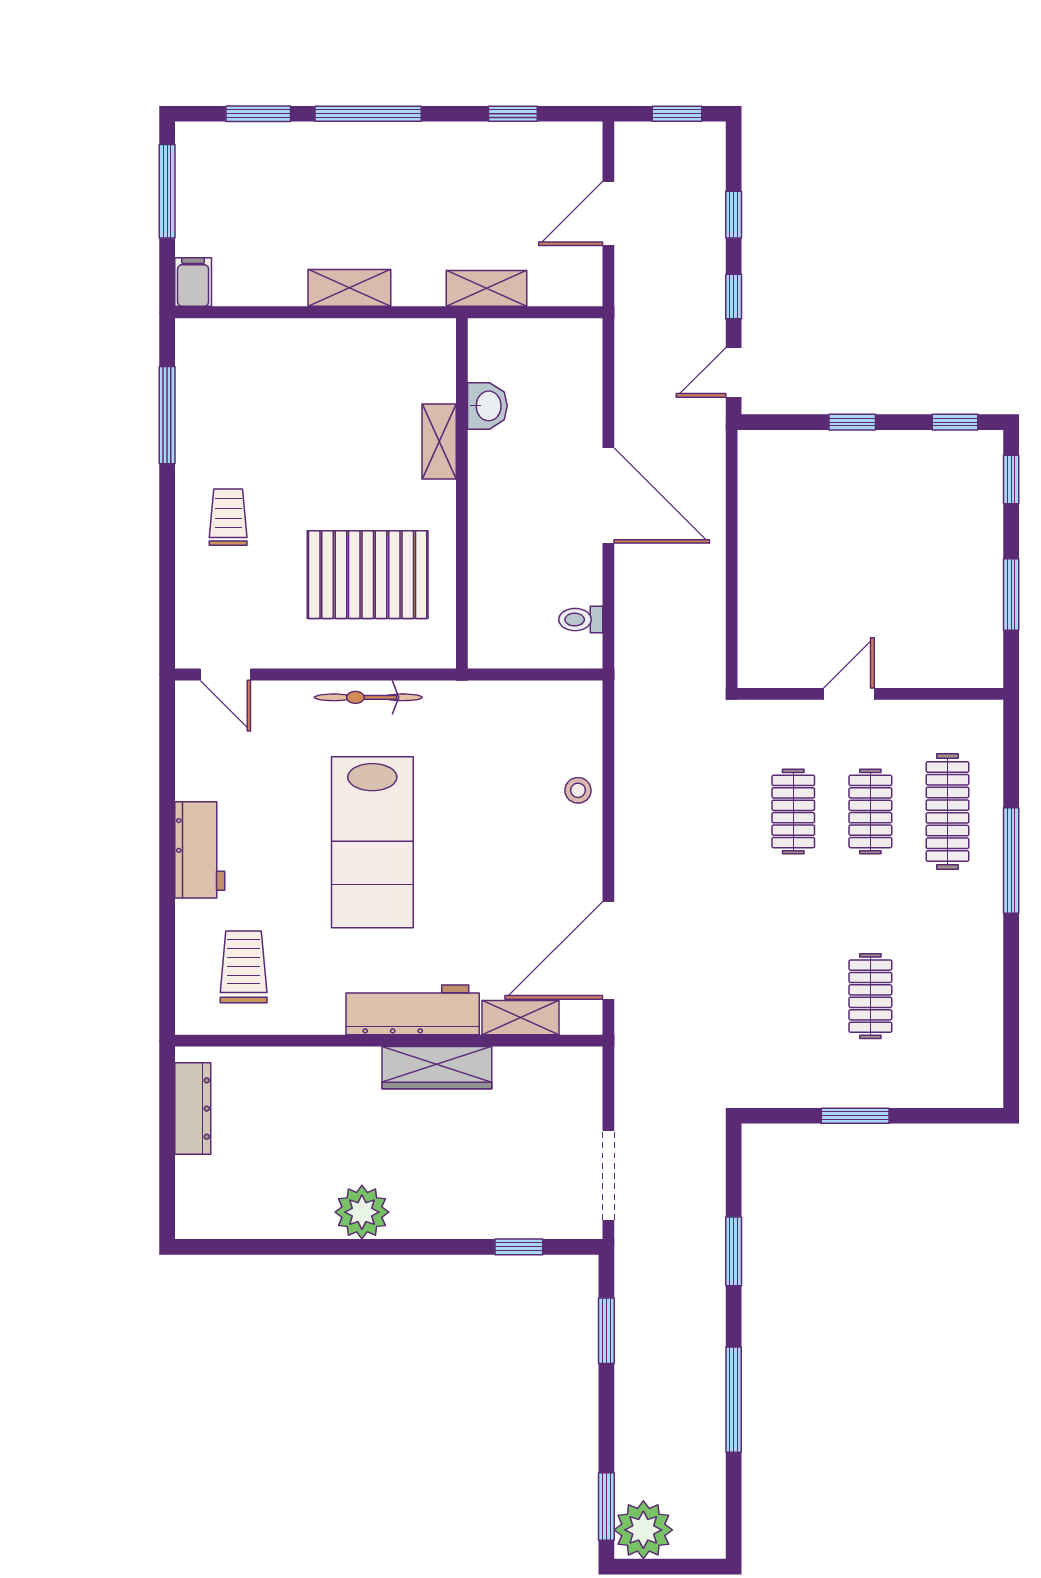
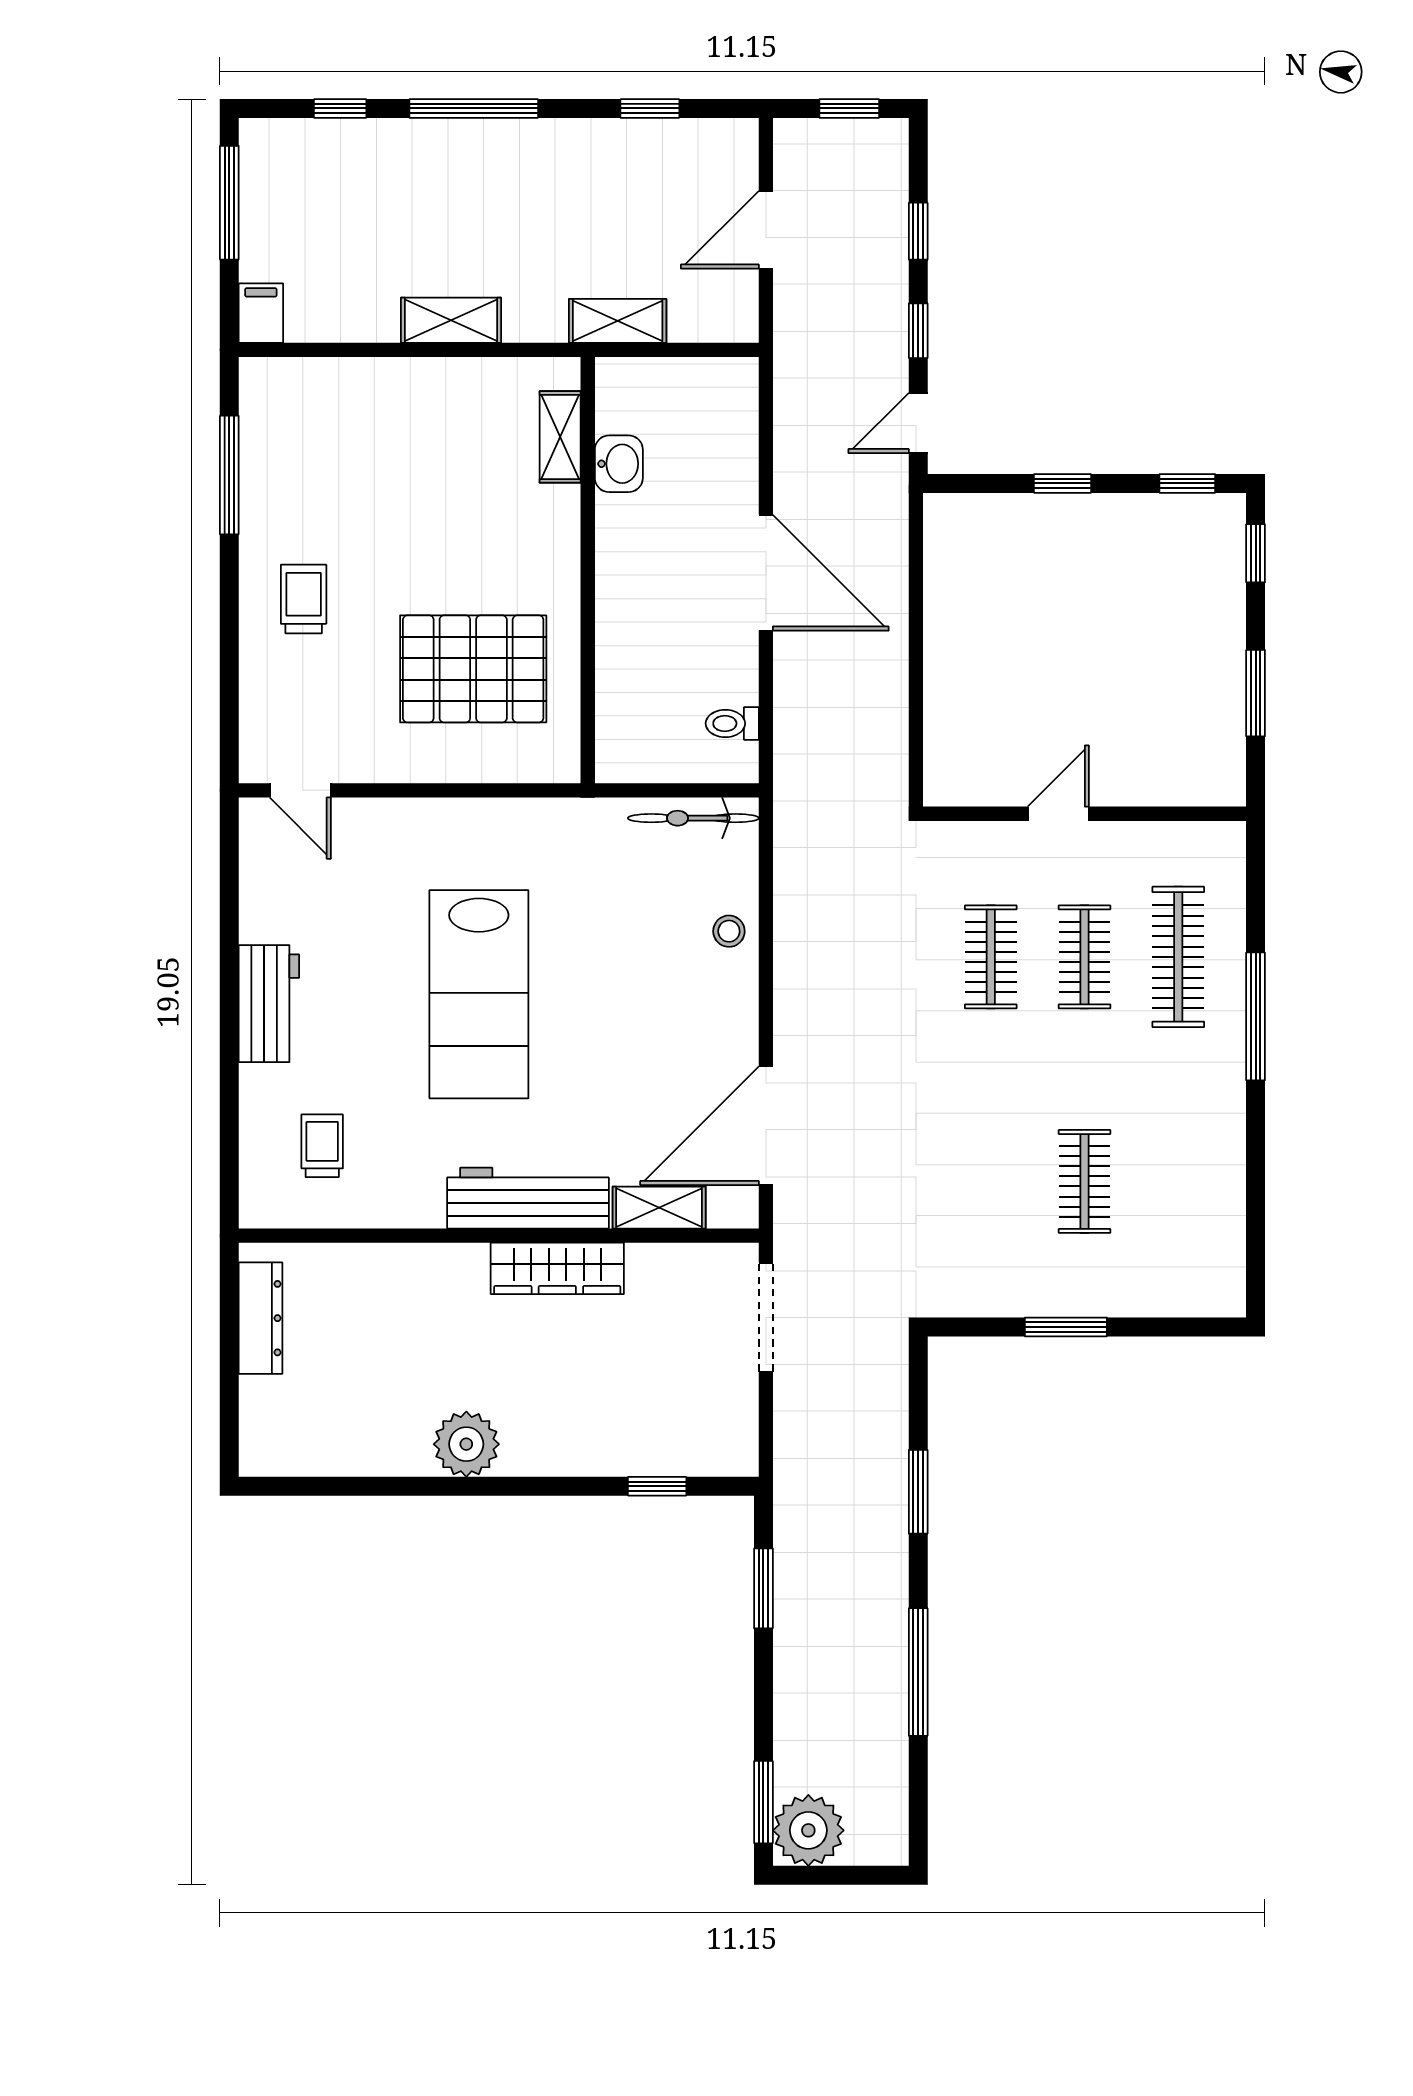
window: (258, 114) -> (340, 108), width x0.67
shelving: (439, 442) -> (560, 437), moved
bicycle: (368, 697) -> (693, 818), moved
trolley: (244, 967) -> (322, 1146), width x0.73, depth x0.72
doorway: (608, 1175) -> (766, 1317), moved

